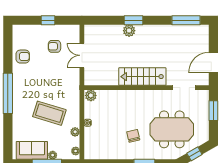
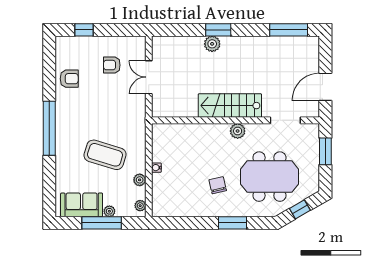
window: (48, 20) -> (84, 30), moved
plant: (91, 95) -> (238, 131), moved

